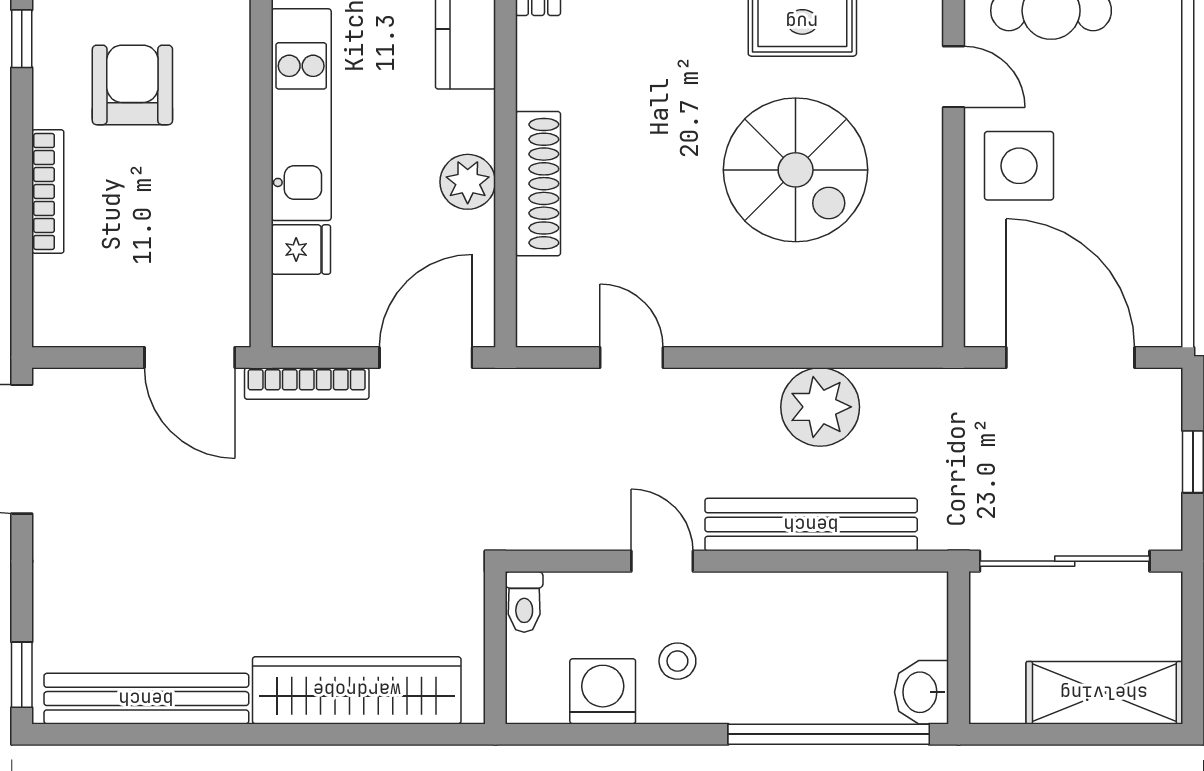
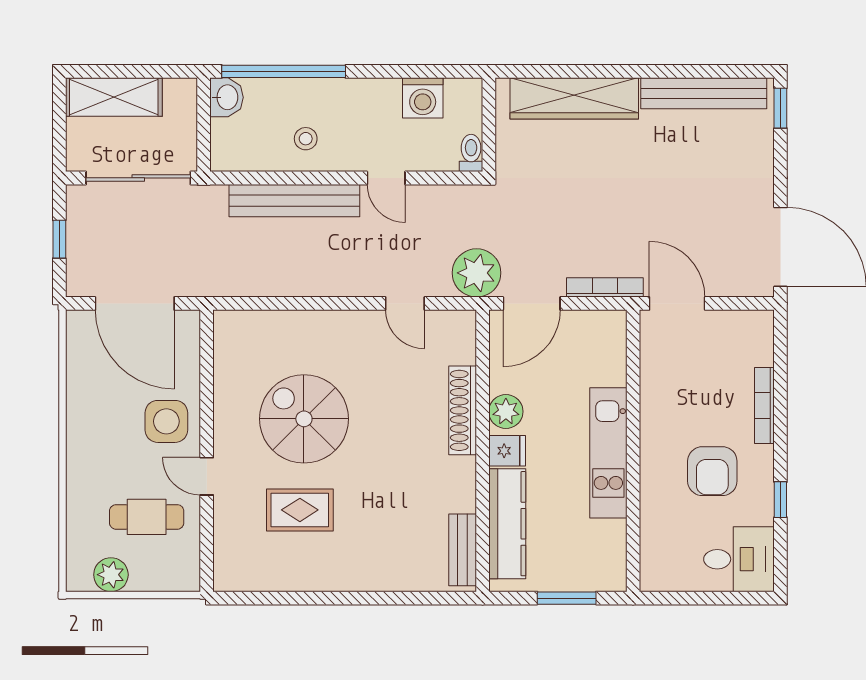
fridge: (301, 250) -> (507, 451), moved, turned 180
plant: (820, 407) -> (477, 273), moved
stool: (677, 661) -> (306, 139), moved

